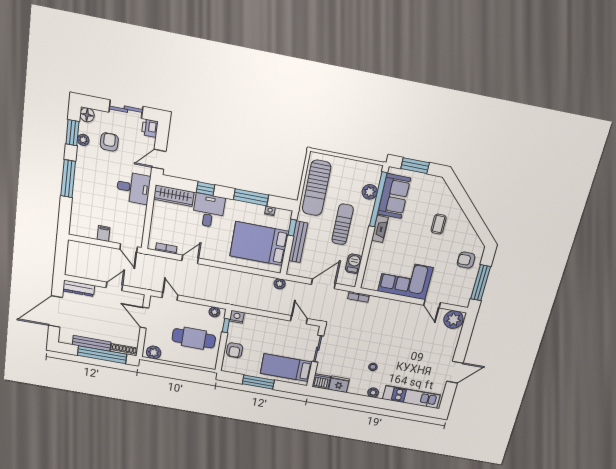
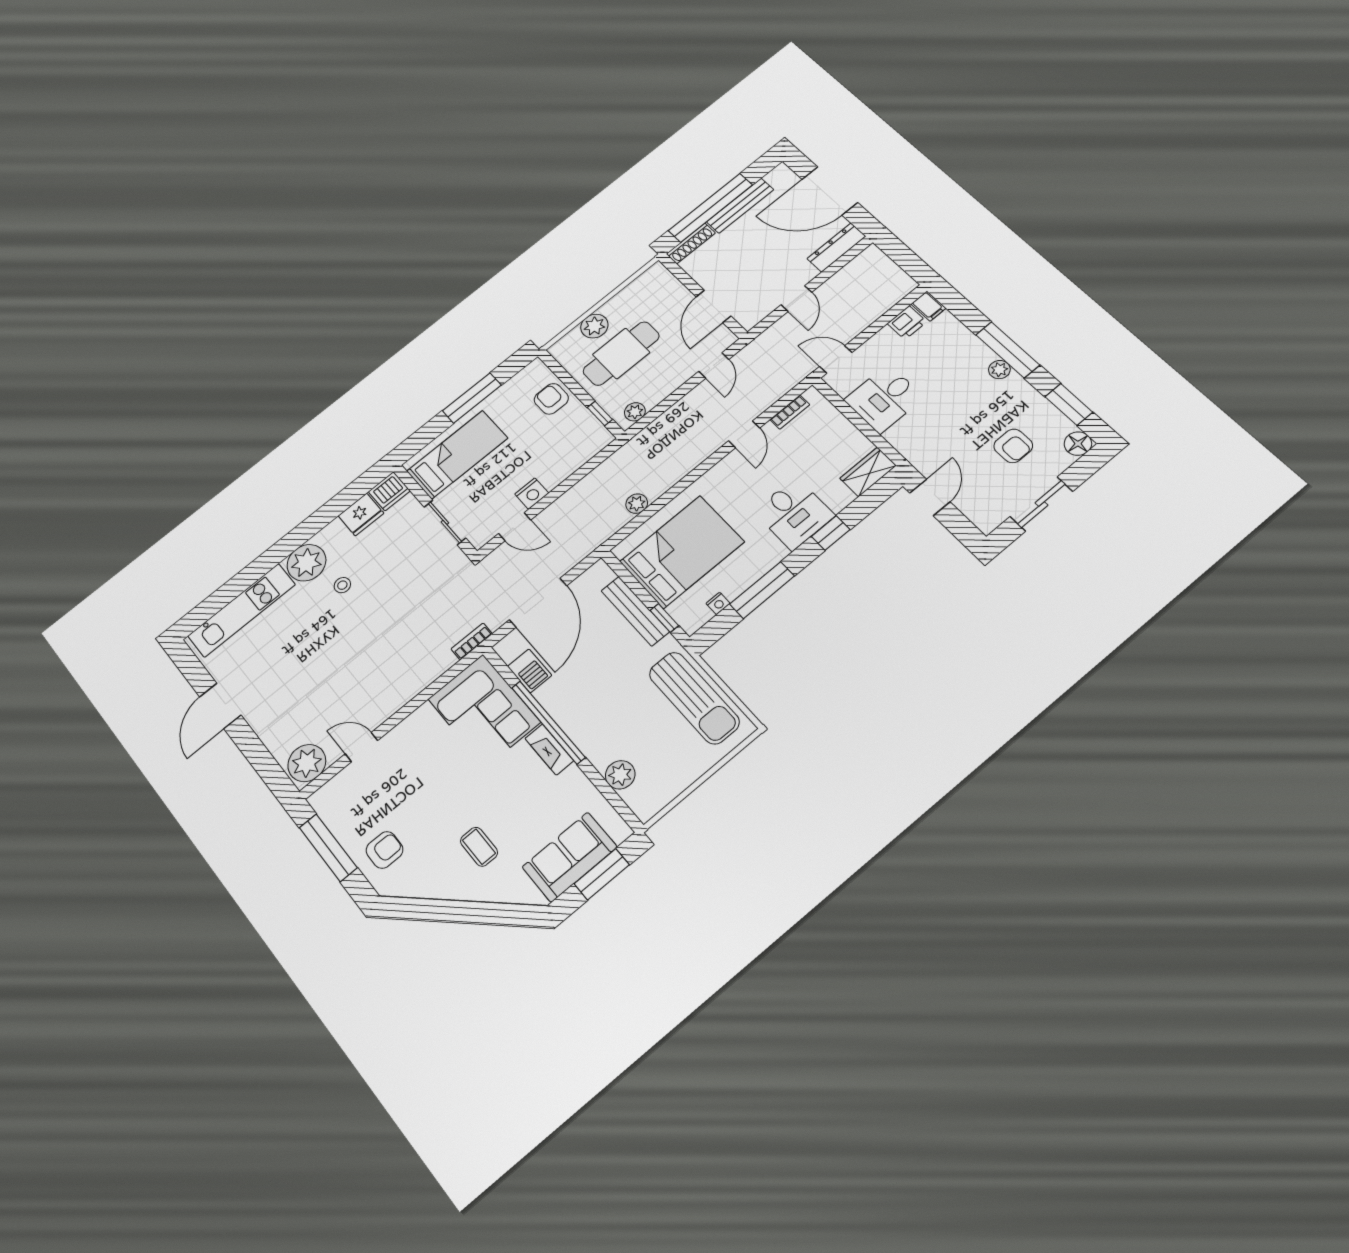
printer: (150, 128) -> (907, 323), moved, turned 90
plant: (83, 140) -> (999, 370), moved
desk: (133, 188) -> (884, 399), moved
sun lounger: (317, 188) -> (694, 698), turned 180
wardrobe: (174, 196) -> (868, 472), width x0.67
sofa: (394, 196) -> (570, 857), moved, turned 90
window: (378, 200) -> (548, 722), moved
sun lounger: (343, 224) -> (605, 697), removed
filing cabinet: (104, 233) -> (929, 306), moved
corner sofa: (405, 279) -> (484, 711), moved, turned 90
plant: (280, 284) -> (637, 504), moved
door: (323, 284) -> (538, 603), width x1.36
door: (170, 296) -> (714, 365), hinge flipped
door: (56, 312) -> (830, 191), swing flipped
nightstand: (237, 317) -> (532, 494), moved
door: (144, 318) -> (713, 306), swing flipped
plant: (154, 352) -> (594, 326), moved
plant: (373, 393) -> (307, 563), width x1.88, depth x1.88

